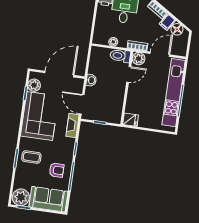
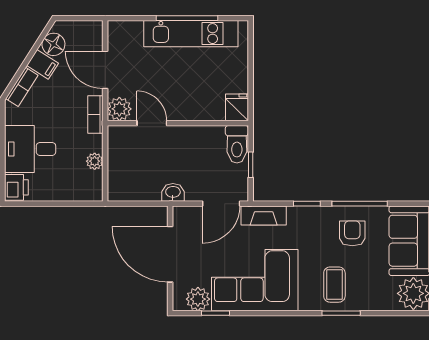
toilet: (120, 56) -> (237, 144), moved
kitchen unit: (174, 93) -> (191, 34), width x0.73

